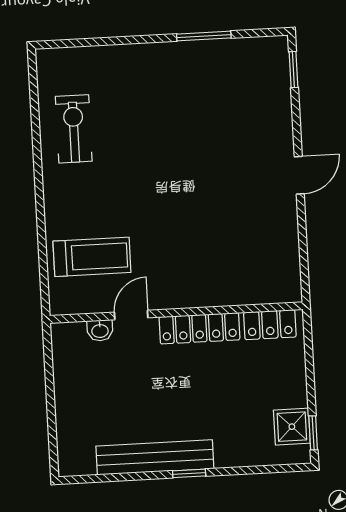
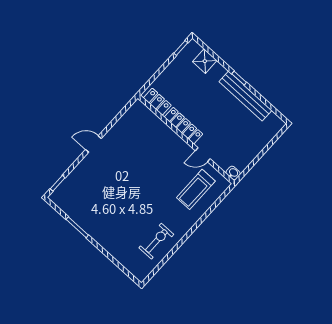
exercise bike: (74, 129) -> (156, 241), turned 180
treadmill: (92, 257) -> (196, 189), turned -90
washbasin: (100, 330) -> (233, 173), moved
shower: (292, 427) -> (205, 61), moved

